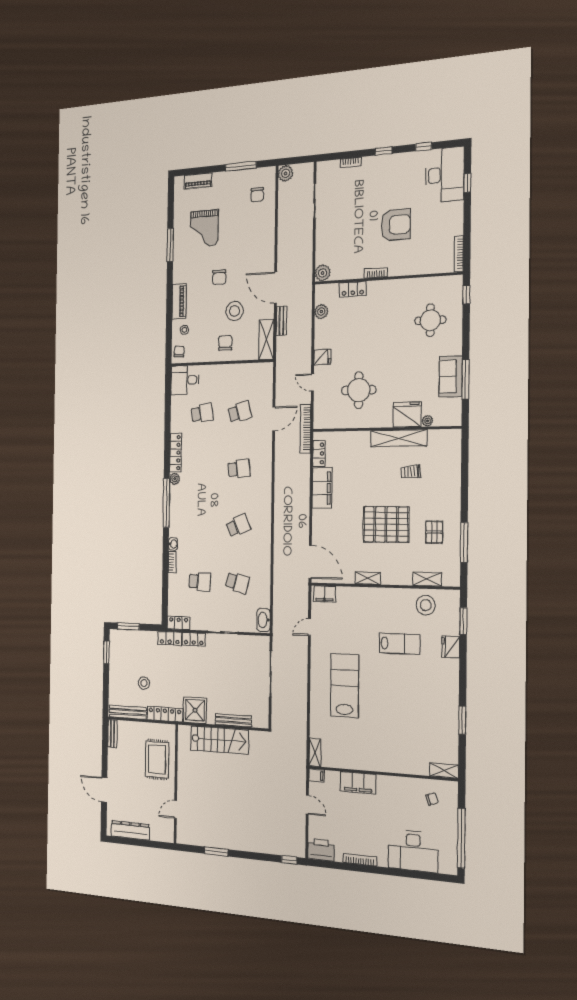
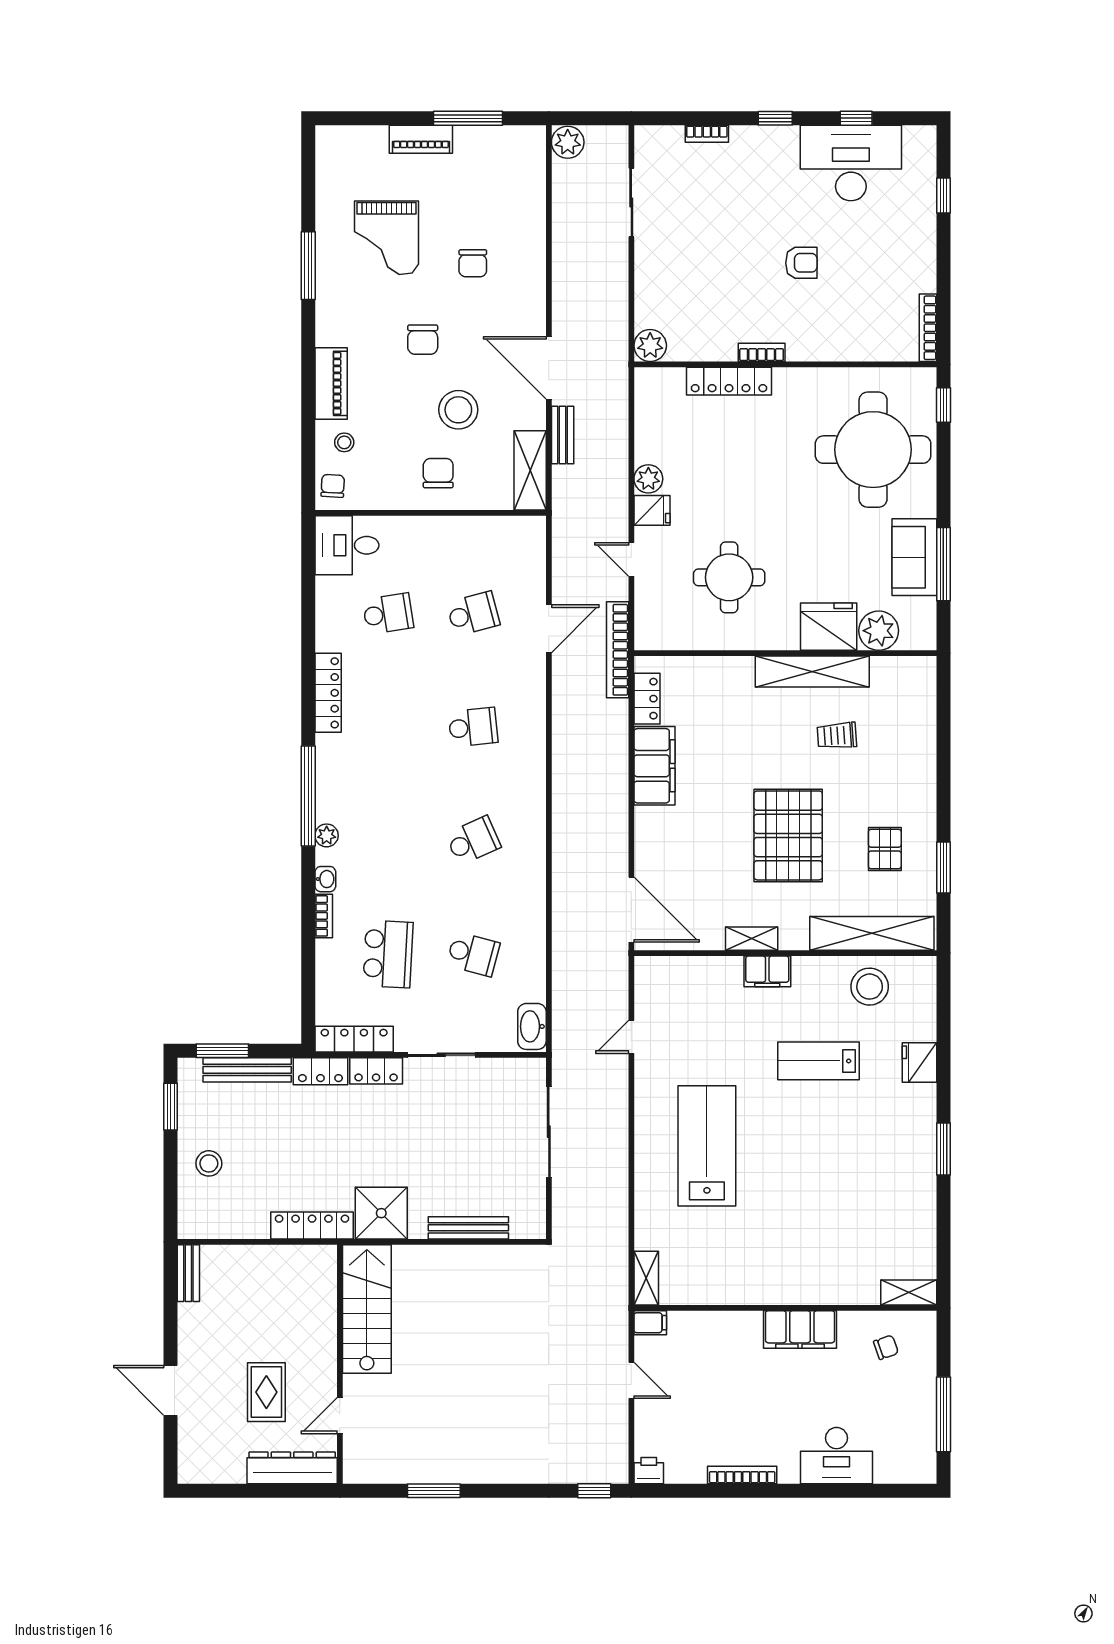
desk: (445, 175) -> (851, 163), moved, turned -90
piano: (198, 181) -> (421, 139), moved
chair: (257, 195) -> (473, 263), moved
armchair: (396, 225) -> (801, 263), width x0.53, depth x0.53
locker: (353, 289) -> (729, 381), width x1.53
plant: (321, 312) -> (648, 479), moved
round table: (430, 320) -> (873, 450), width x1.86, depth x1.86
plant: (427, 421) -> (879, 631), width x1.88, depth x1.88
plant: (175, 479) -> (327, 835), moved
pallet: (386, 524) -> (788, 835), turned 90
window: (464, 542) -> (943, 868), width x0.69
shelving: (427, 579) -> (872, 933), width x2.20, depth x1.33
school desk: (200, 582) -> (388, 954), width x1.85
filing cabinet: (324, 594) -> (767, 971), moved
window: (463, 621) -> (943, 1014), removed
locker: (179, 623) -> (354, 1039), width x1.53
lab bench: (400, 644) -> (819, 1061), turned 180
stool: (144, 683) -> (209, 1163), moved
bench: (128, 712) -> (247, 1070), moved
window: (462, 720) -> (943, 1149), moved
stairs: (219, 740) -> (367, 1309), moved, turned -90
rug: (157, 759) -> (266, 1392), moved, width x0.73, depth x0.70
filing cabinet: (358, 783) -> (800, 1329), moved
dresser: (130, 830) -> (292, 1468), moved
window: (461, 838) -> (943, 1414), width x0.68
printer: (321, 850) -> (649, 1471), width x0.53, depth x0.68
desk: (413, 851) -> (836, 1456), width x0.73, depth x0.77

